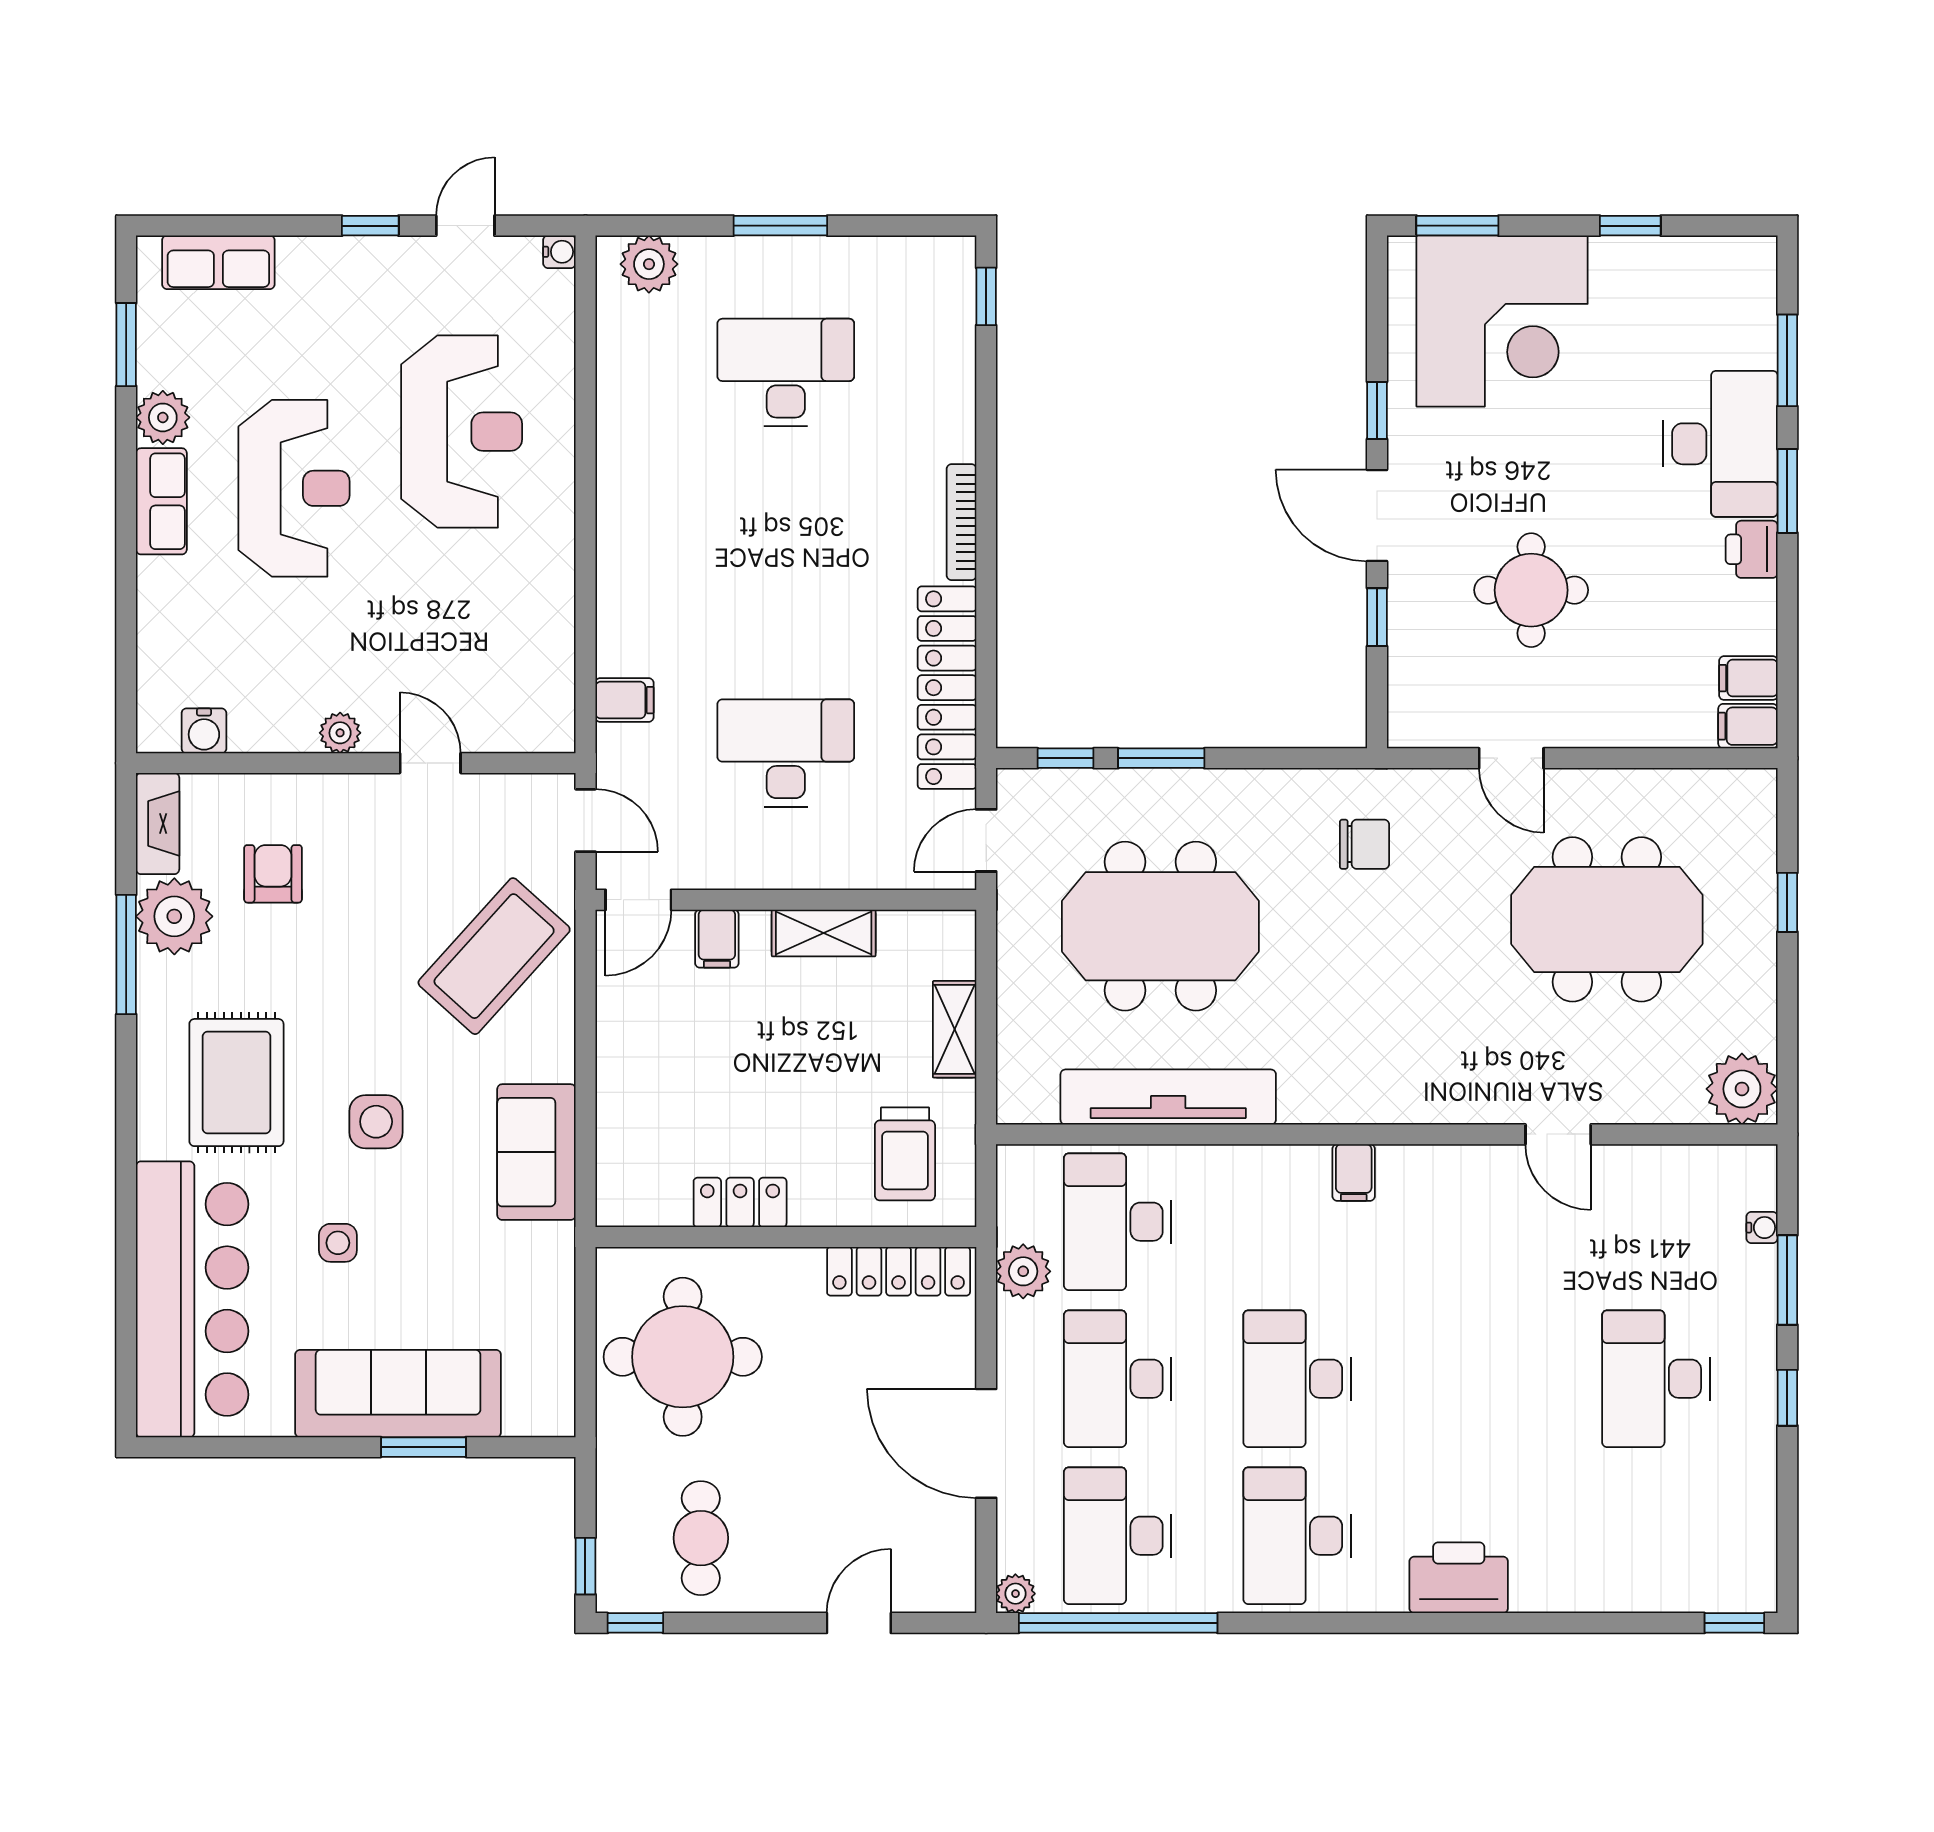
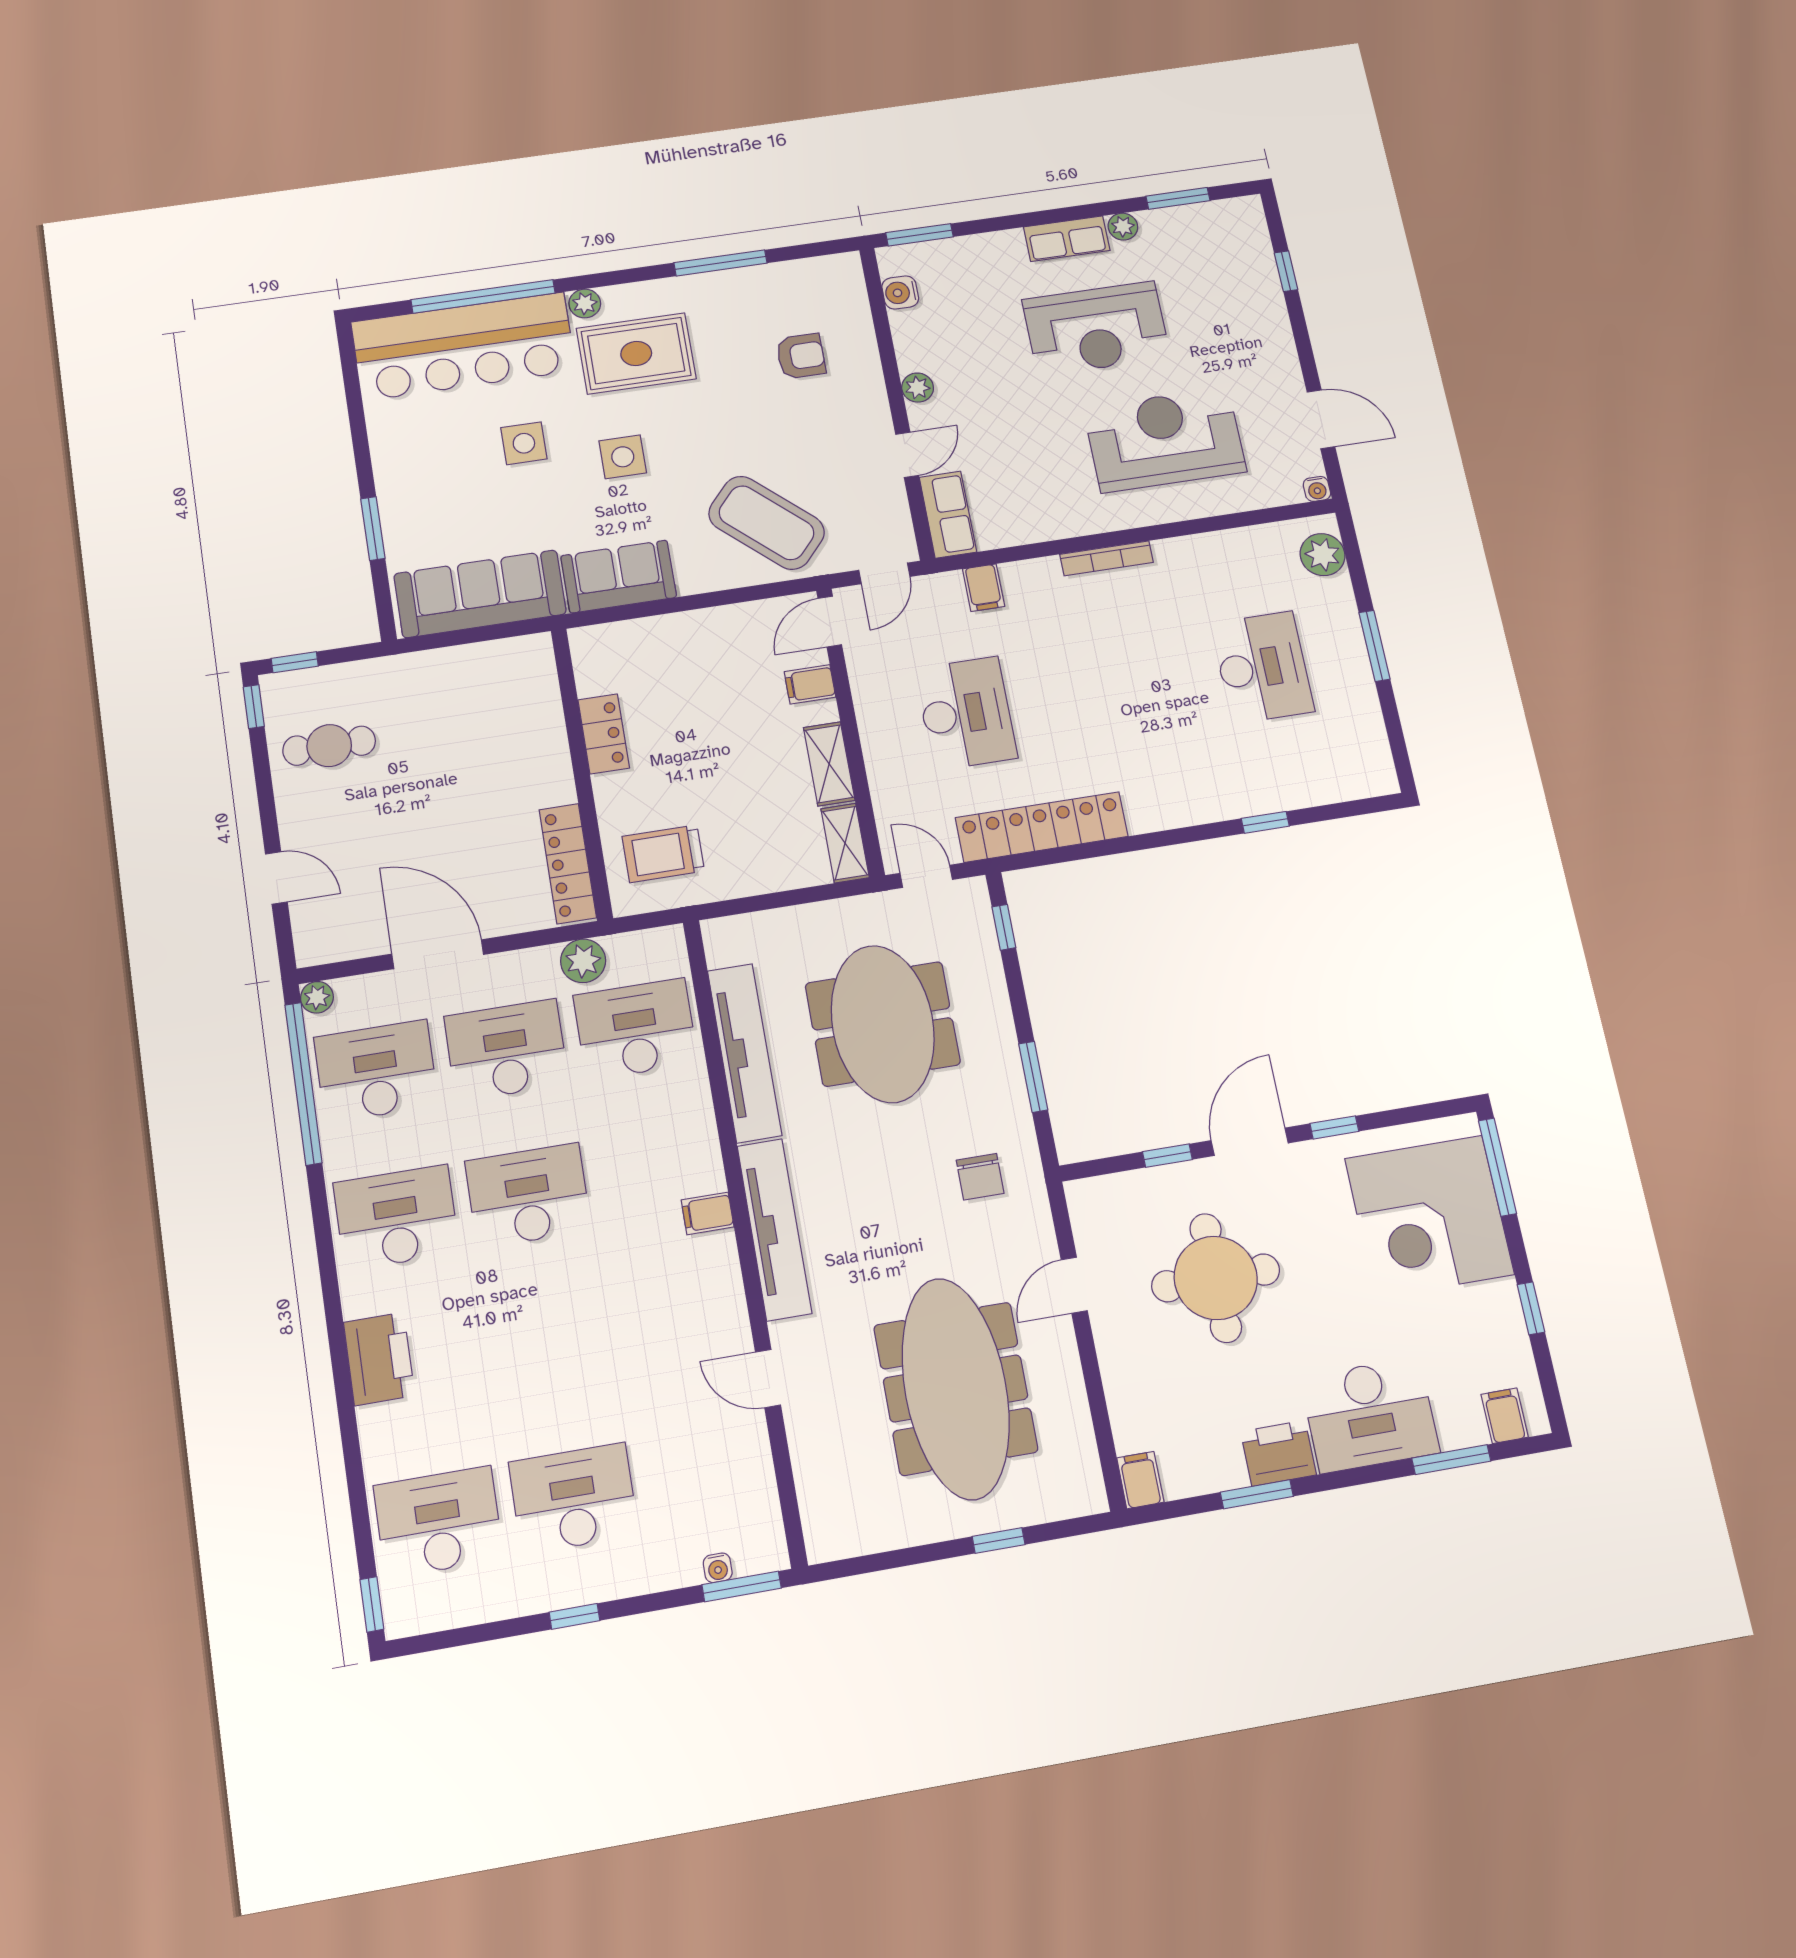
window: (370, 226) -> (1286, 271), moved
door: (465, 226) -> (1321, 419), width x1.38
window: (1457, 226) -> (1498, 1167), width x1.44
row of seats: (218, 262) -> (948, 515), moved, turned 180
window: (986, 296) -> (1265, 822), moved
plant: (163, 417) -> (1123, 227), width x0.73, depth x0.73
reception desk: (462, 432) -> (1165, 440), turned 180
window: (1787, 491) -> (1257, 1494), moved
bookcase: (961, 522) -> (1107, 558), moved, turned 180
printer: (1752, 549) -> (1278, 1453), width x1.36, depth x1.24
round table: (1531, 590) -> (1216, 1278), width x1.36, depth x1.36
filing cabinet: (1748, 678) -> (1505, 1416), moved
window: (126, 691) -> (919, 235), added
window: (1161, 758) -> (1033, 1077), moved
fireplace: (158, 824) -> (824, 270), removed
door: (638, 900) -> (830, 622), hinge flipped
plant: (174, 916) -> (585, 304), moved, width x0.53, depth x0.53
meeting table: (1607, 919) -> (956, 1388), width x1.36
shelving: (955, 1029) -> (845, 843), moved, turned 90
plant: (1742, 1089) -> (833, 1529), removed
tv unit: (1386, 1097) -> (774, 1229), added
door: (1558, 1134) -> (768, 1378), hinge flipped
side table: (338, 1243) -> (524, 443), width x1.37, depth x1.37
window: (126, 1265) -> (483, 296), added
window: (1787, 1280) -> (742, 1586), moved
round table: (683, 1357) -> (473, 710), removed
sofa: (398, 1394) -> (480, 594), moved, turned -90
door: (986, 1443) -> (438, 954), hinge flipped
desk: (1656, 1536) -> (438, 1522), added

